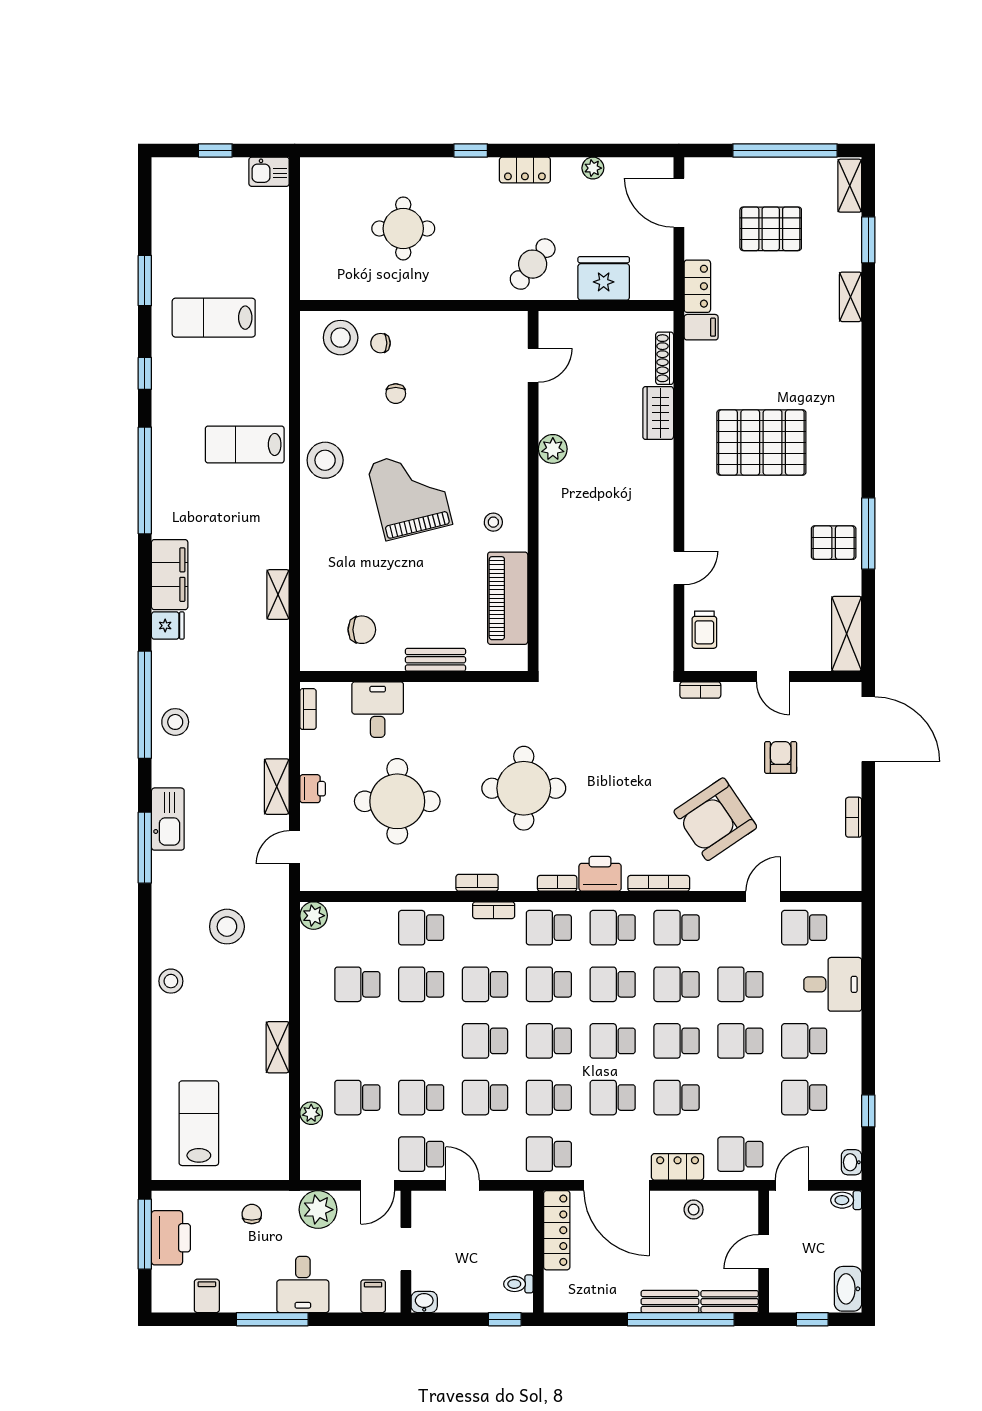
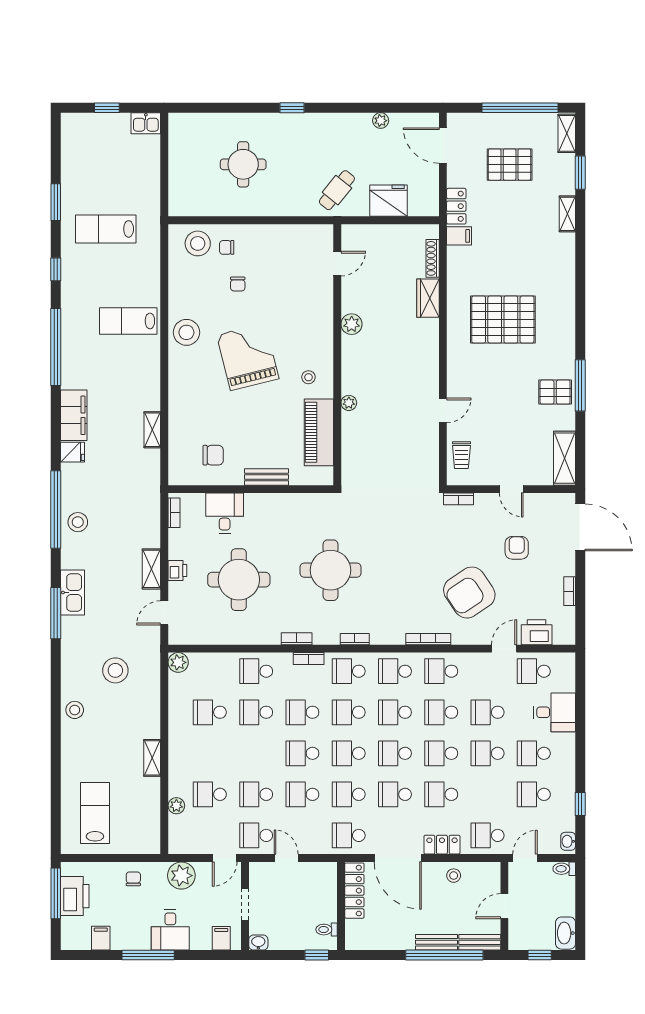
locker: (525, 170) -> (331, 122), removed
plant: (549, 558) -> (349, 403), added
printer: (600, 874) -> (537, 632), moved

